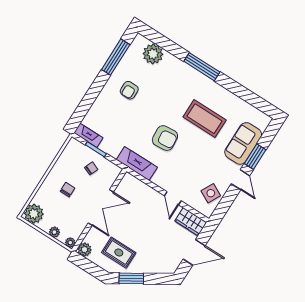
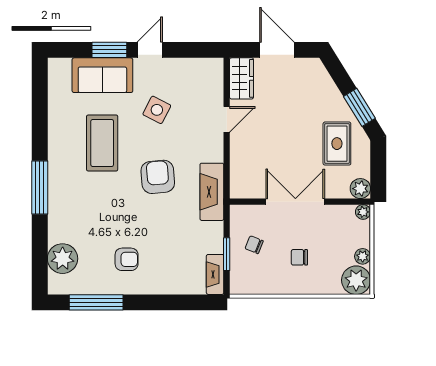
side table: (211, 193) -> (157, 110), moved
plant: (54, 232) -> (363, 256), moved

